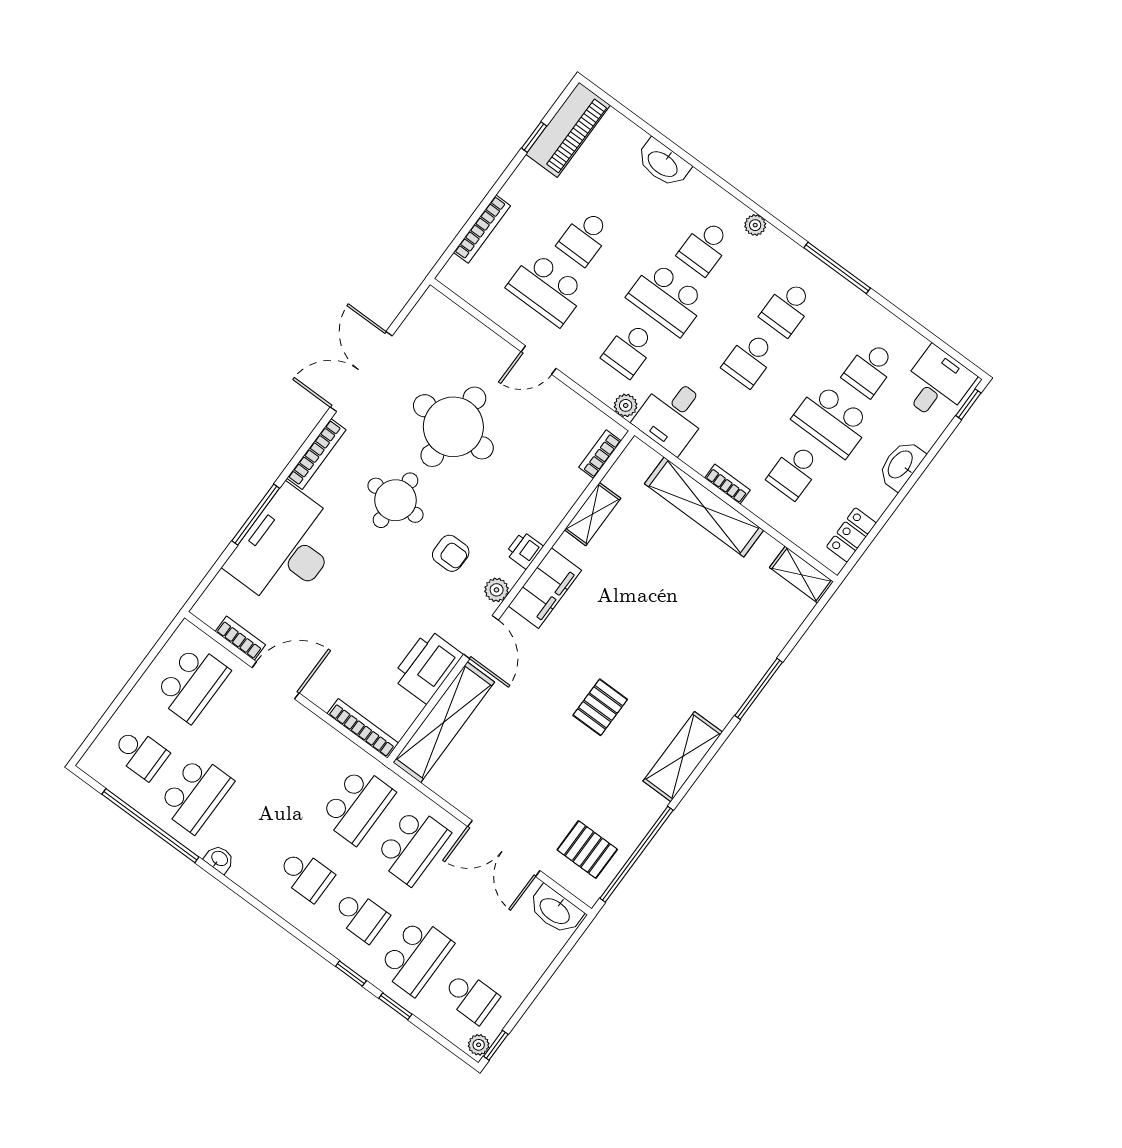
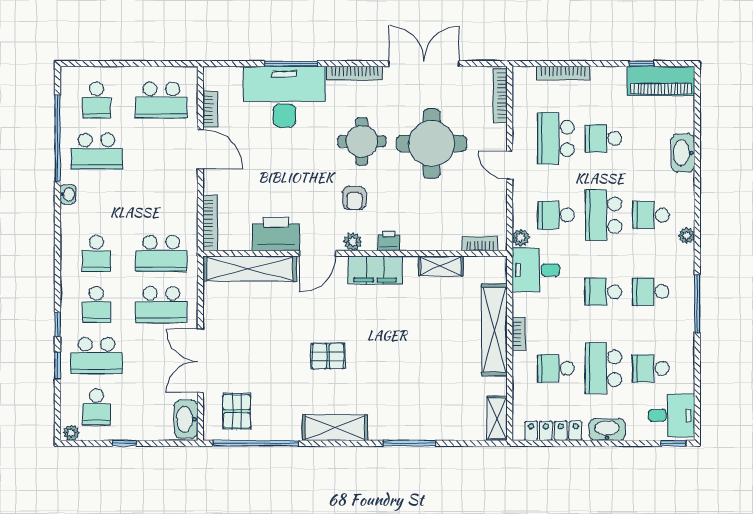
bookcase: (456, 315) -> (500, 96), added
locker: (851, 535) -> (553, 431), width x1.53
window: (496, 1045) -> (124, 443), moved

